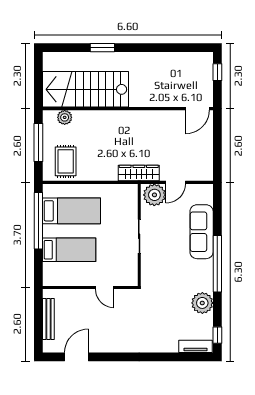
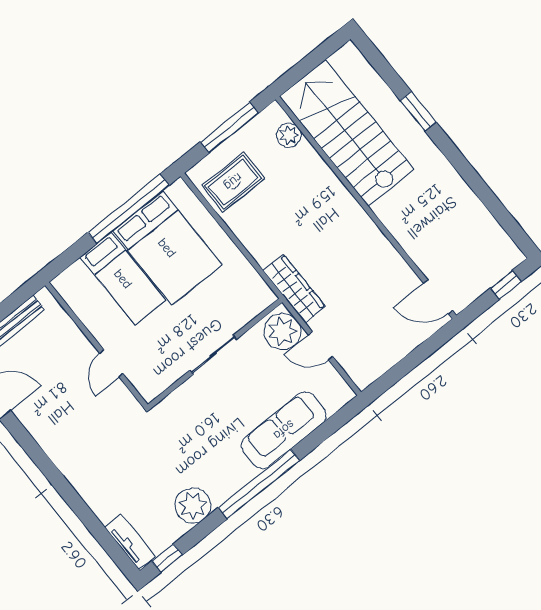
bed: (71, 211) -> (167, 248), width x1.50

